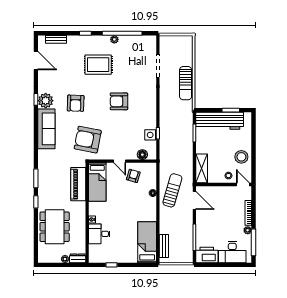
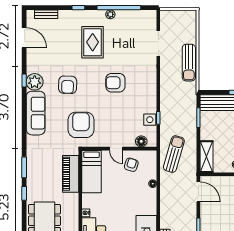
rug: (98, 65) -> (93, 42), turned 90
armchair: (88, 140) -> (81, 125), turned 79
sun lounger: (172, 190) -> (174, 154), moved

